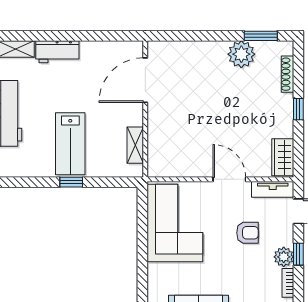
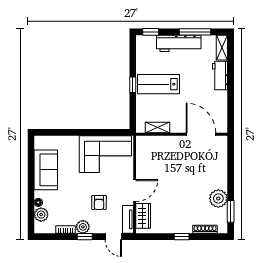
wardrobe: (283, 157) -> (143, 216), moved, turned 90

